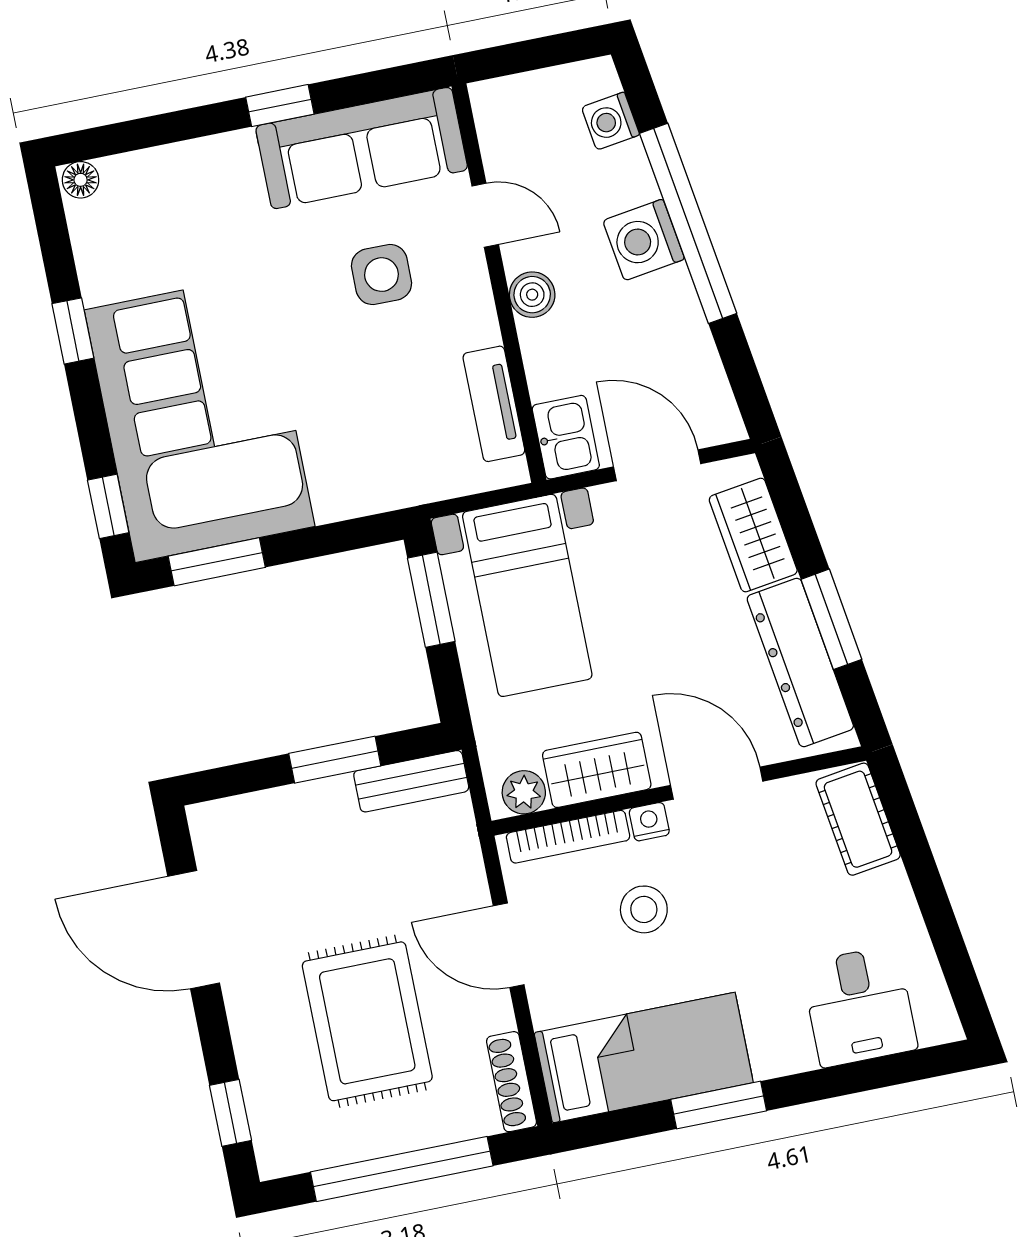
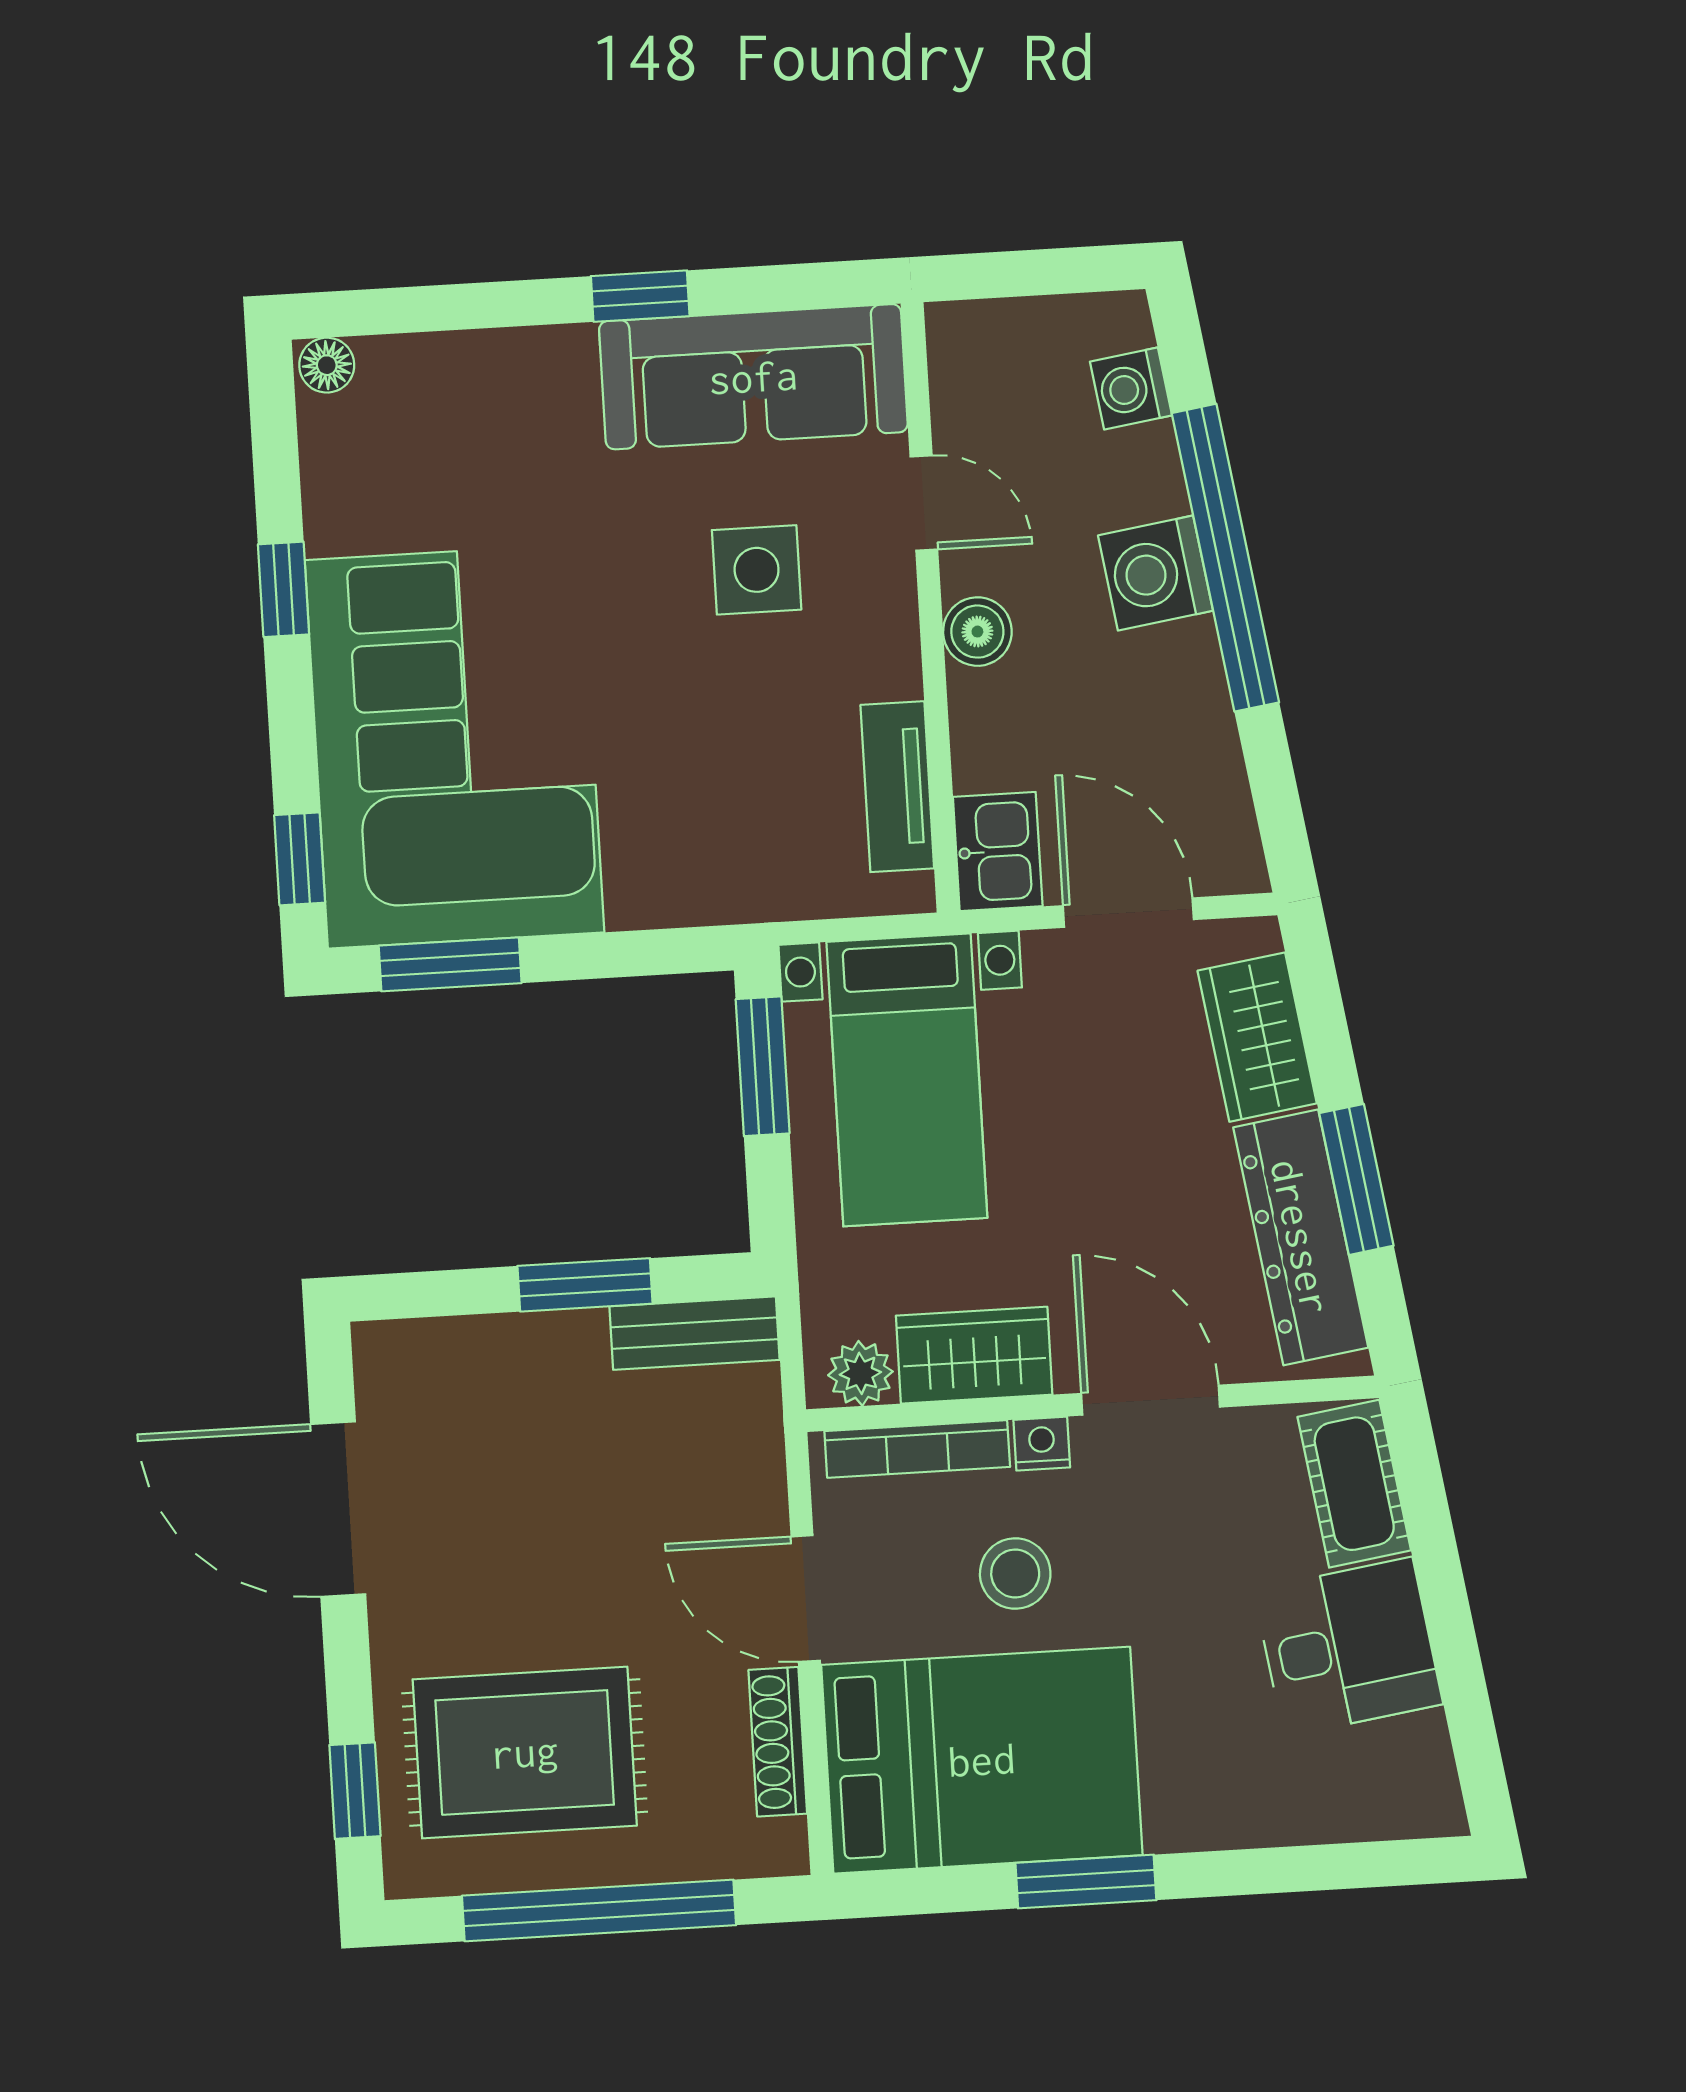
desk: (859, 1006) -> (1348, 1647), moved, turned -98
rug: (367, 1021) -> (525, 1752), moved, turned 90
bed: (644, 1058) -> (982, 1760), width x1.50
shoe rack: (512, 1082) -> (778, 1742), moved

